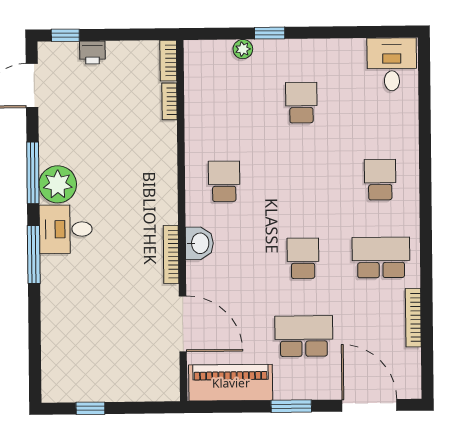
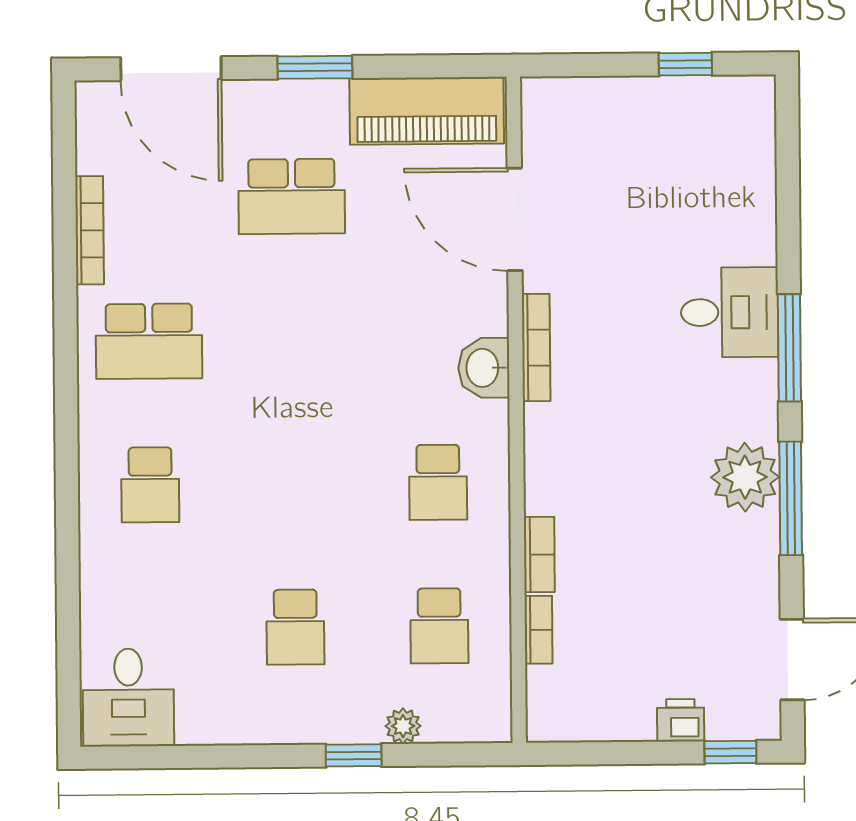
bookcase: (168, 61) -> (539, 554), moved
desk: (66, 229) -> (730, 312), moved
school desk: (303, 258) -> (439, 626), moved

